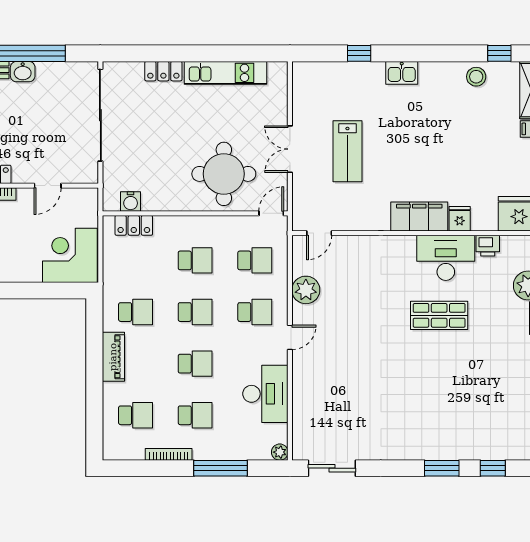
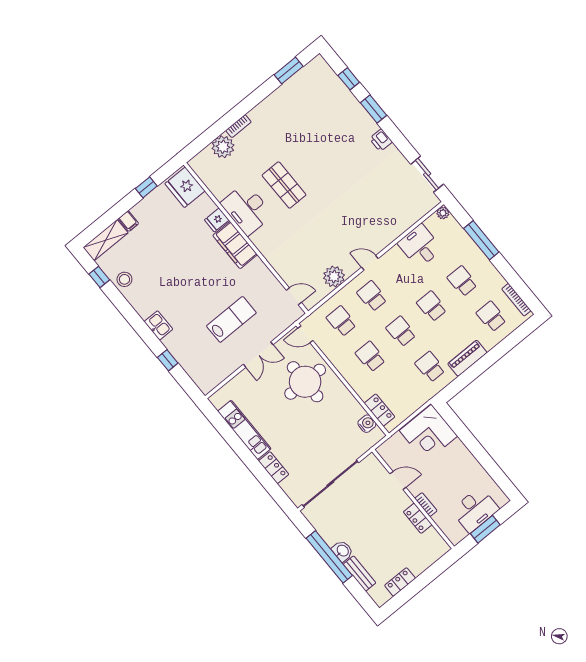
printer: (488, 246) -> (381, 140), moved, turned 180
desk: (265, 394) -> (420, 246), width x0.73
bookcase: (169, 454) -> (516, 300), moved

